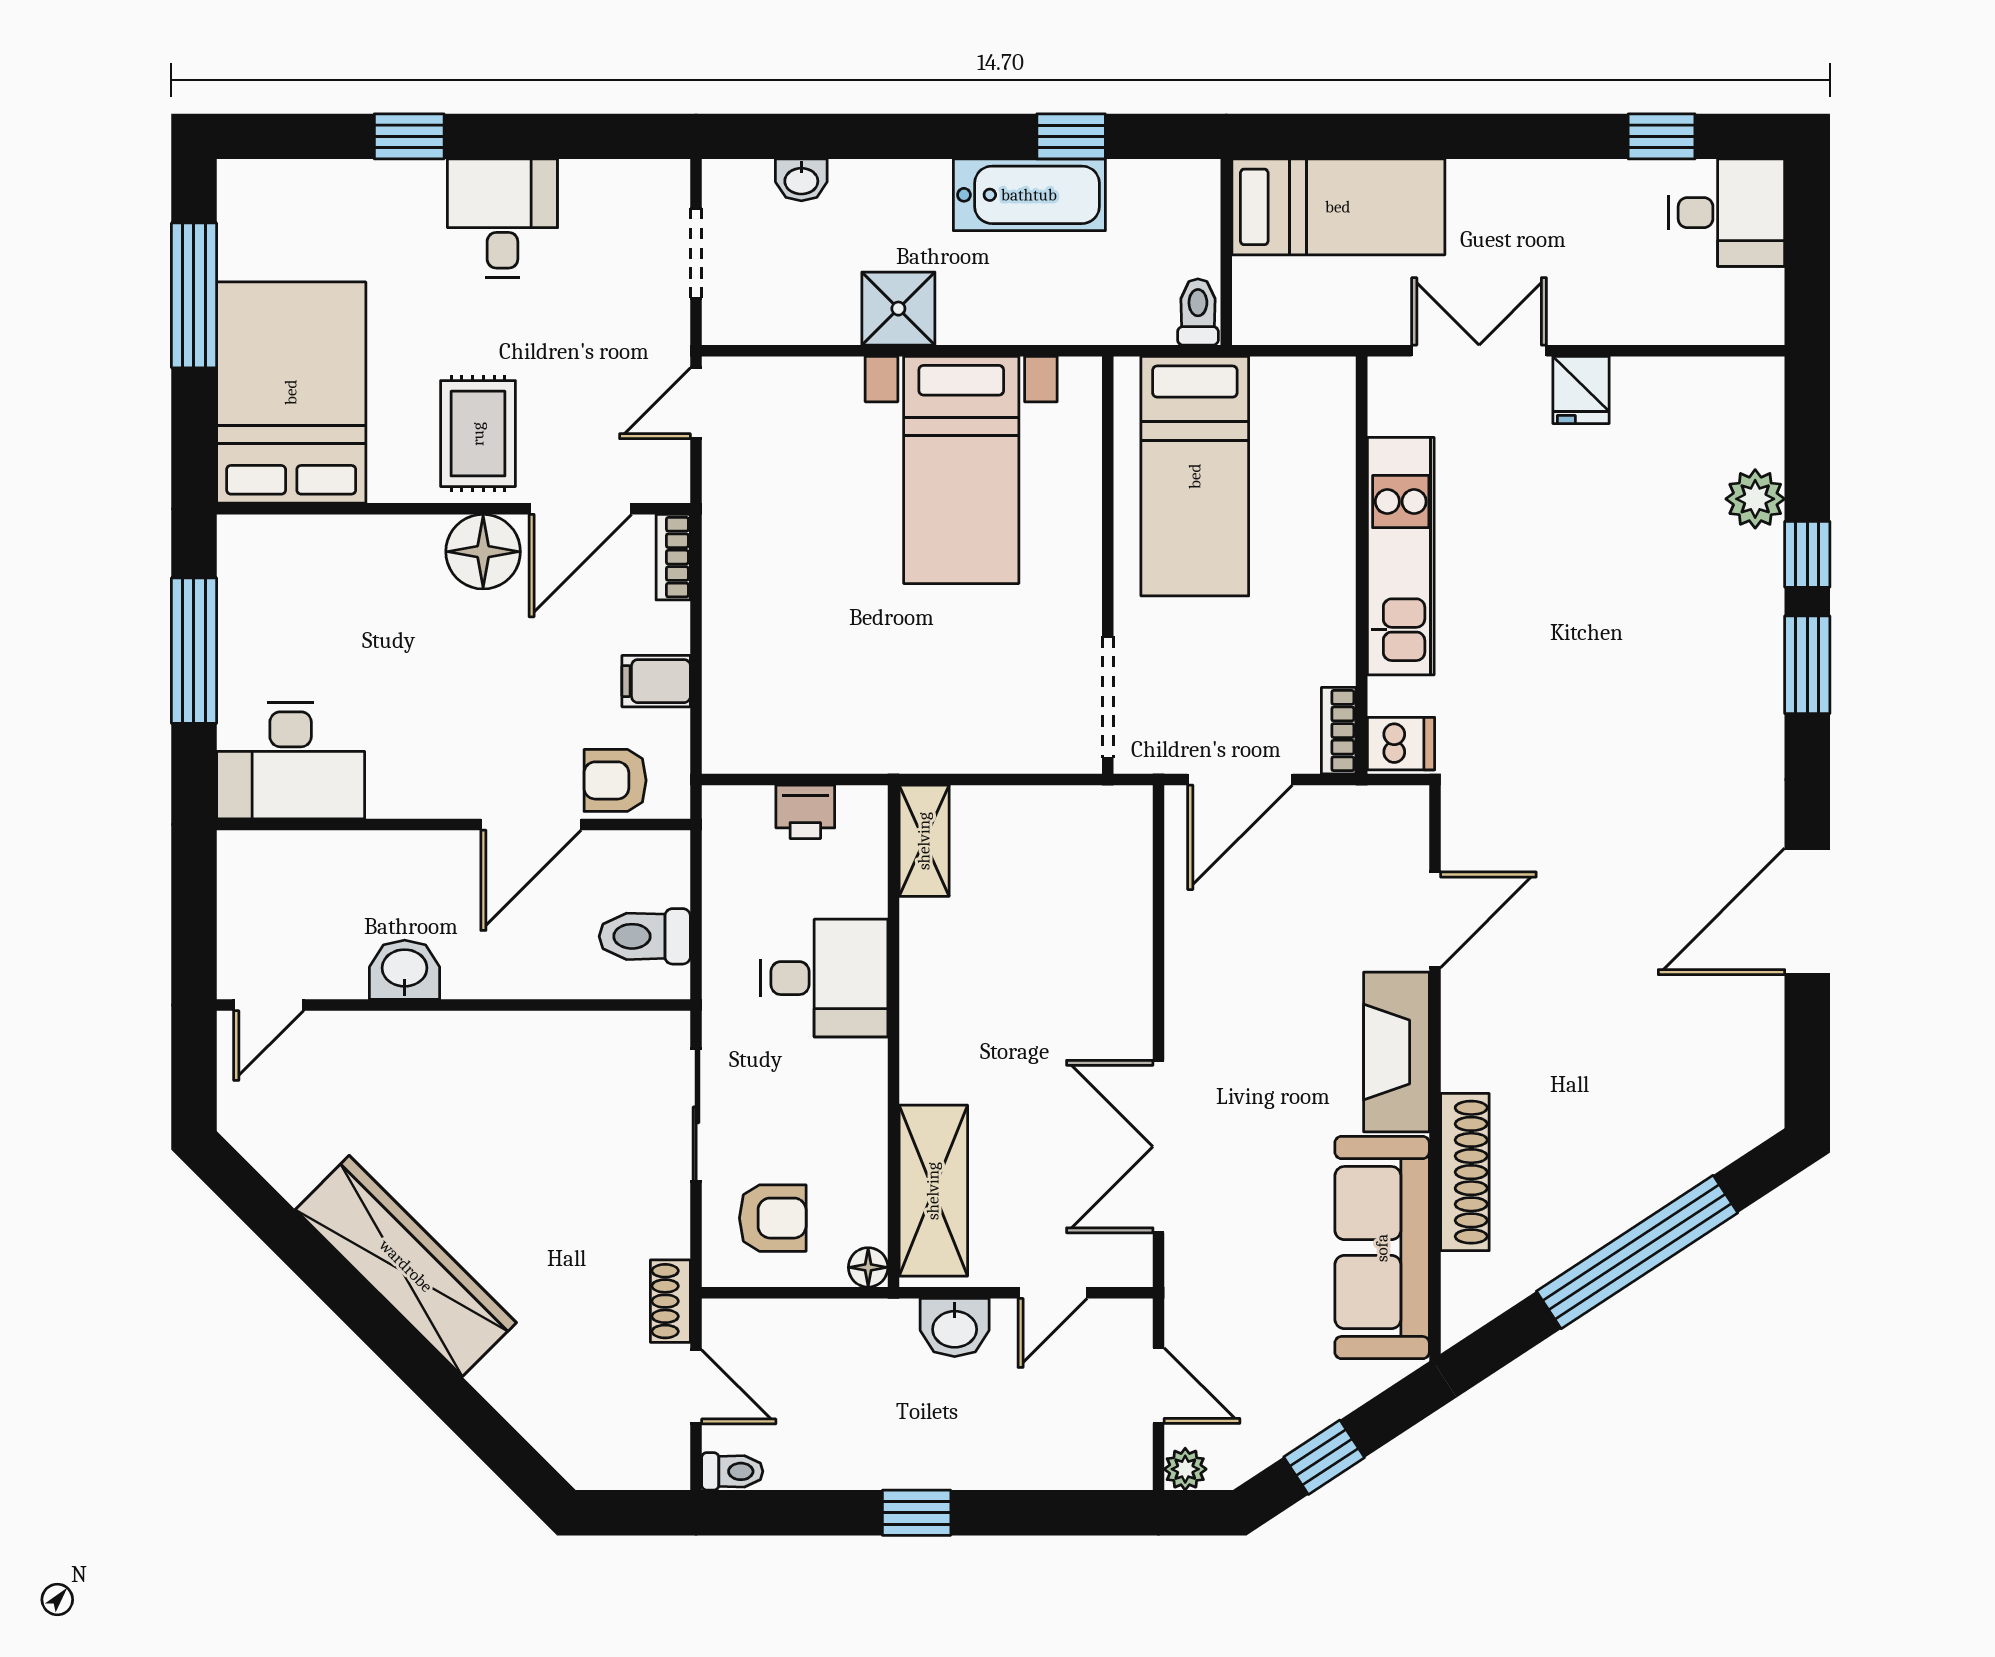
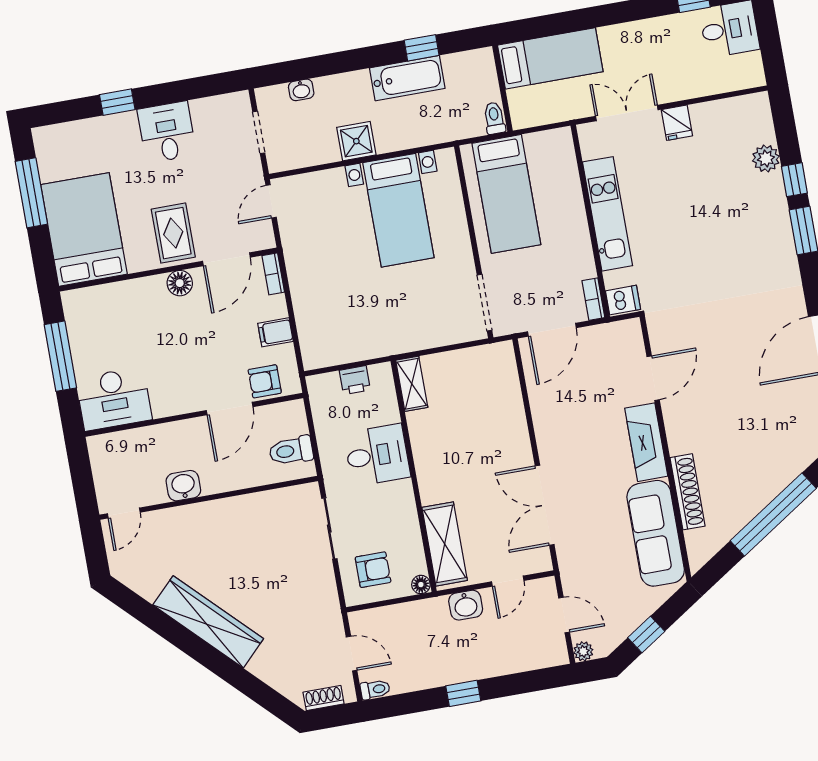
floor lamp: (483, 552) -> (180, 283), width x0.73, depth x0.73
shoe rack: (670, 1301) -> (324, 698), moved, turned 90

